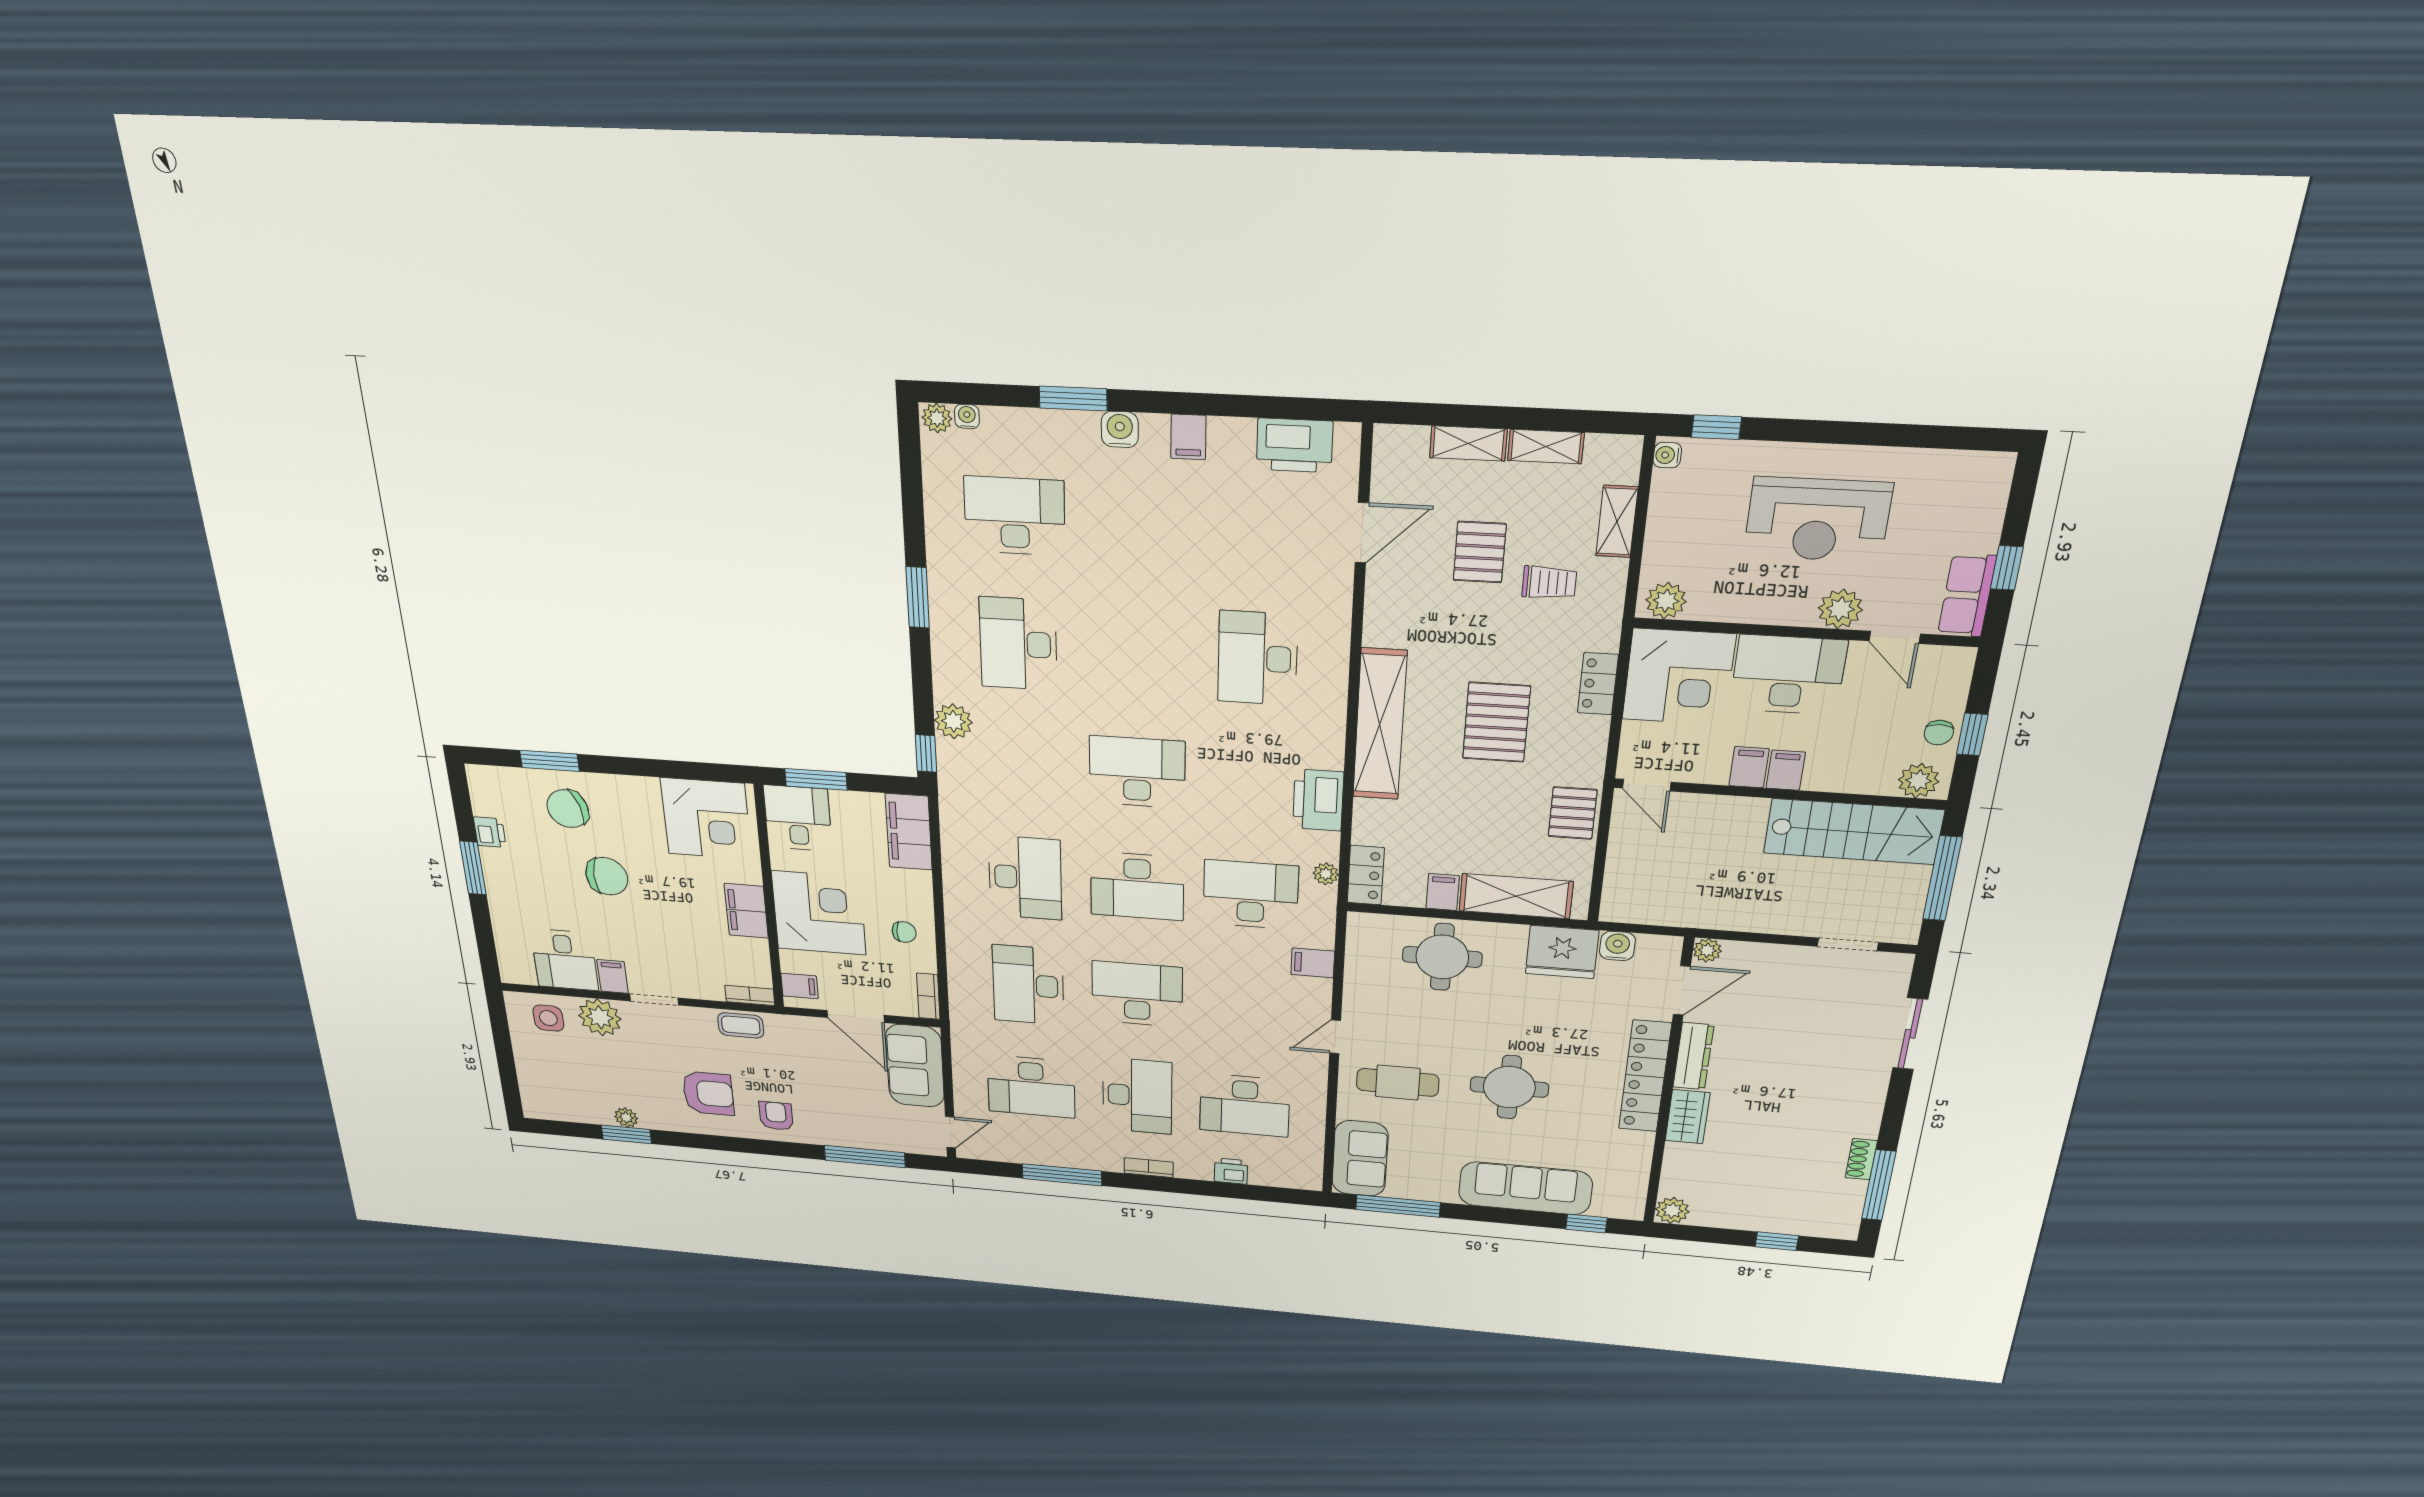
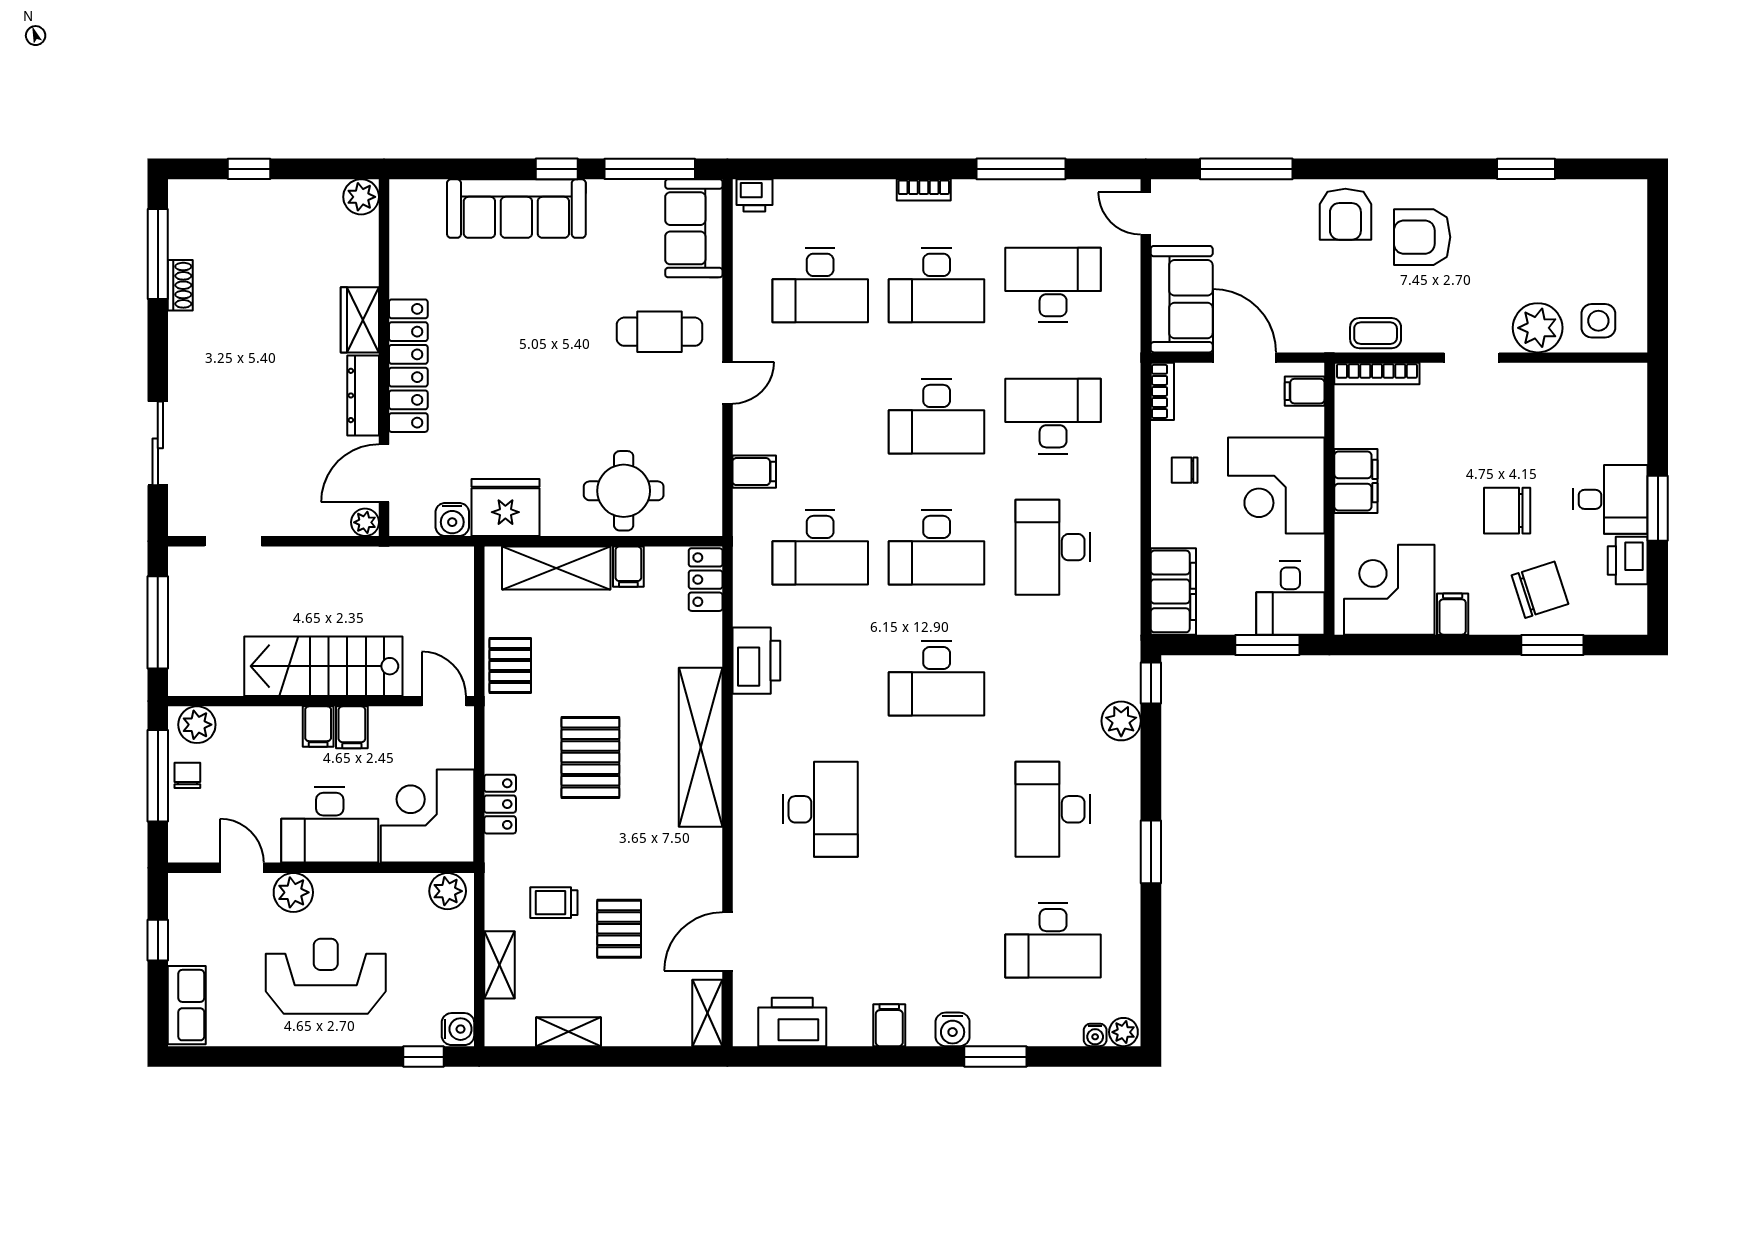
shelving: (1468, 443) -> (707, 1013), moved, turned 90
water cooler: (1667, 455) -> (458, 1029), width x1.38, depth x1.38
row of seats: (1967, 595) -> (187, 1005), moved
desk: (1018, 644) -> (1053, 809), turned 180
window: (1972, 734) -> (158, 776), width x2.17
printer: (490, 832) -> (1628, 561), width x1.36, depth x1.24
stairs: (1853, 832) -> (323, 666), moved
plant: (1326, 874) -> (745, 578), removed
desk: (1137, 886) -> (937, 547), turned 180
desk: (565, 960) -> (1610, 499), moved, turned 90
filing cabinet: (613, 976) -> (1453, 614), moved, turned 180
desk: (1028, 985) -> (1053, 416), turned -90
bookcase: (750, 995) -> (1377, 374), width x1.56
round table: (1509, 1087) -> (544, 338), removed
desk: (1137, 1096) -> (937, 285), turned -90
desk: (1245, 1105) -> (820, 285), turned 180
armchair: (776, 1116) -> (1345, 214), width x1.38, depth x1.38
plant: (626, 1118) -> (1523, 193), removed
door: (950, 1132) -> (1146, 214), hinge flipped
printer: (1231, 1171) -> (754, 195), moved
window: (1586, 1223) -> (557, 169), moved

